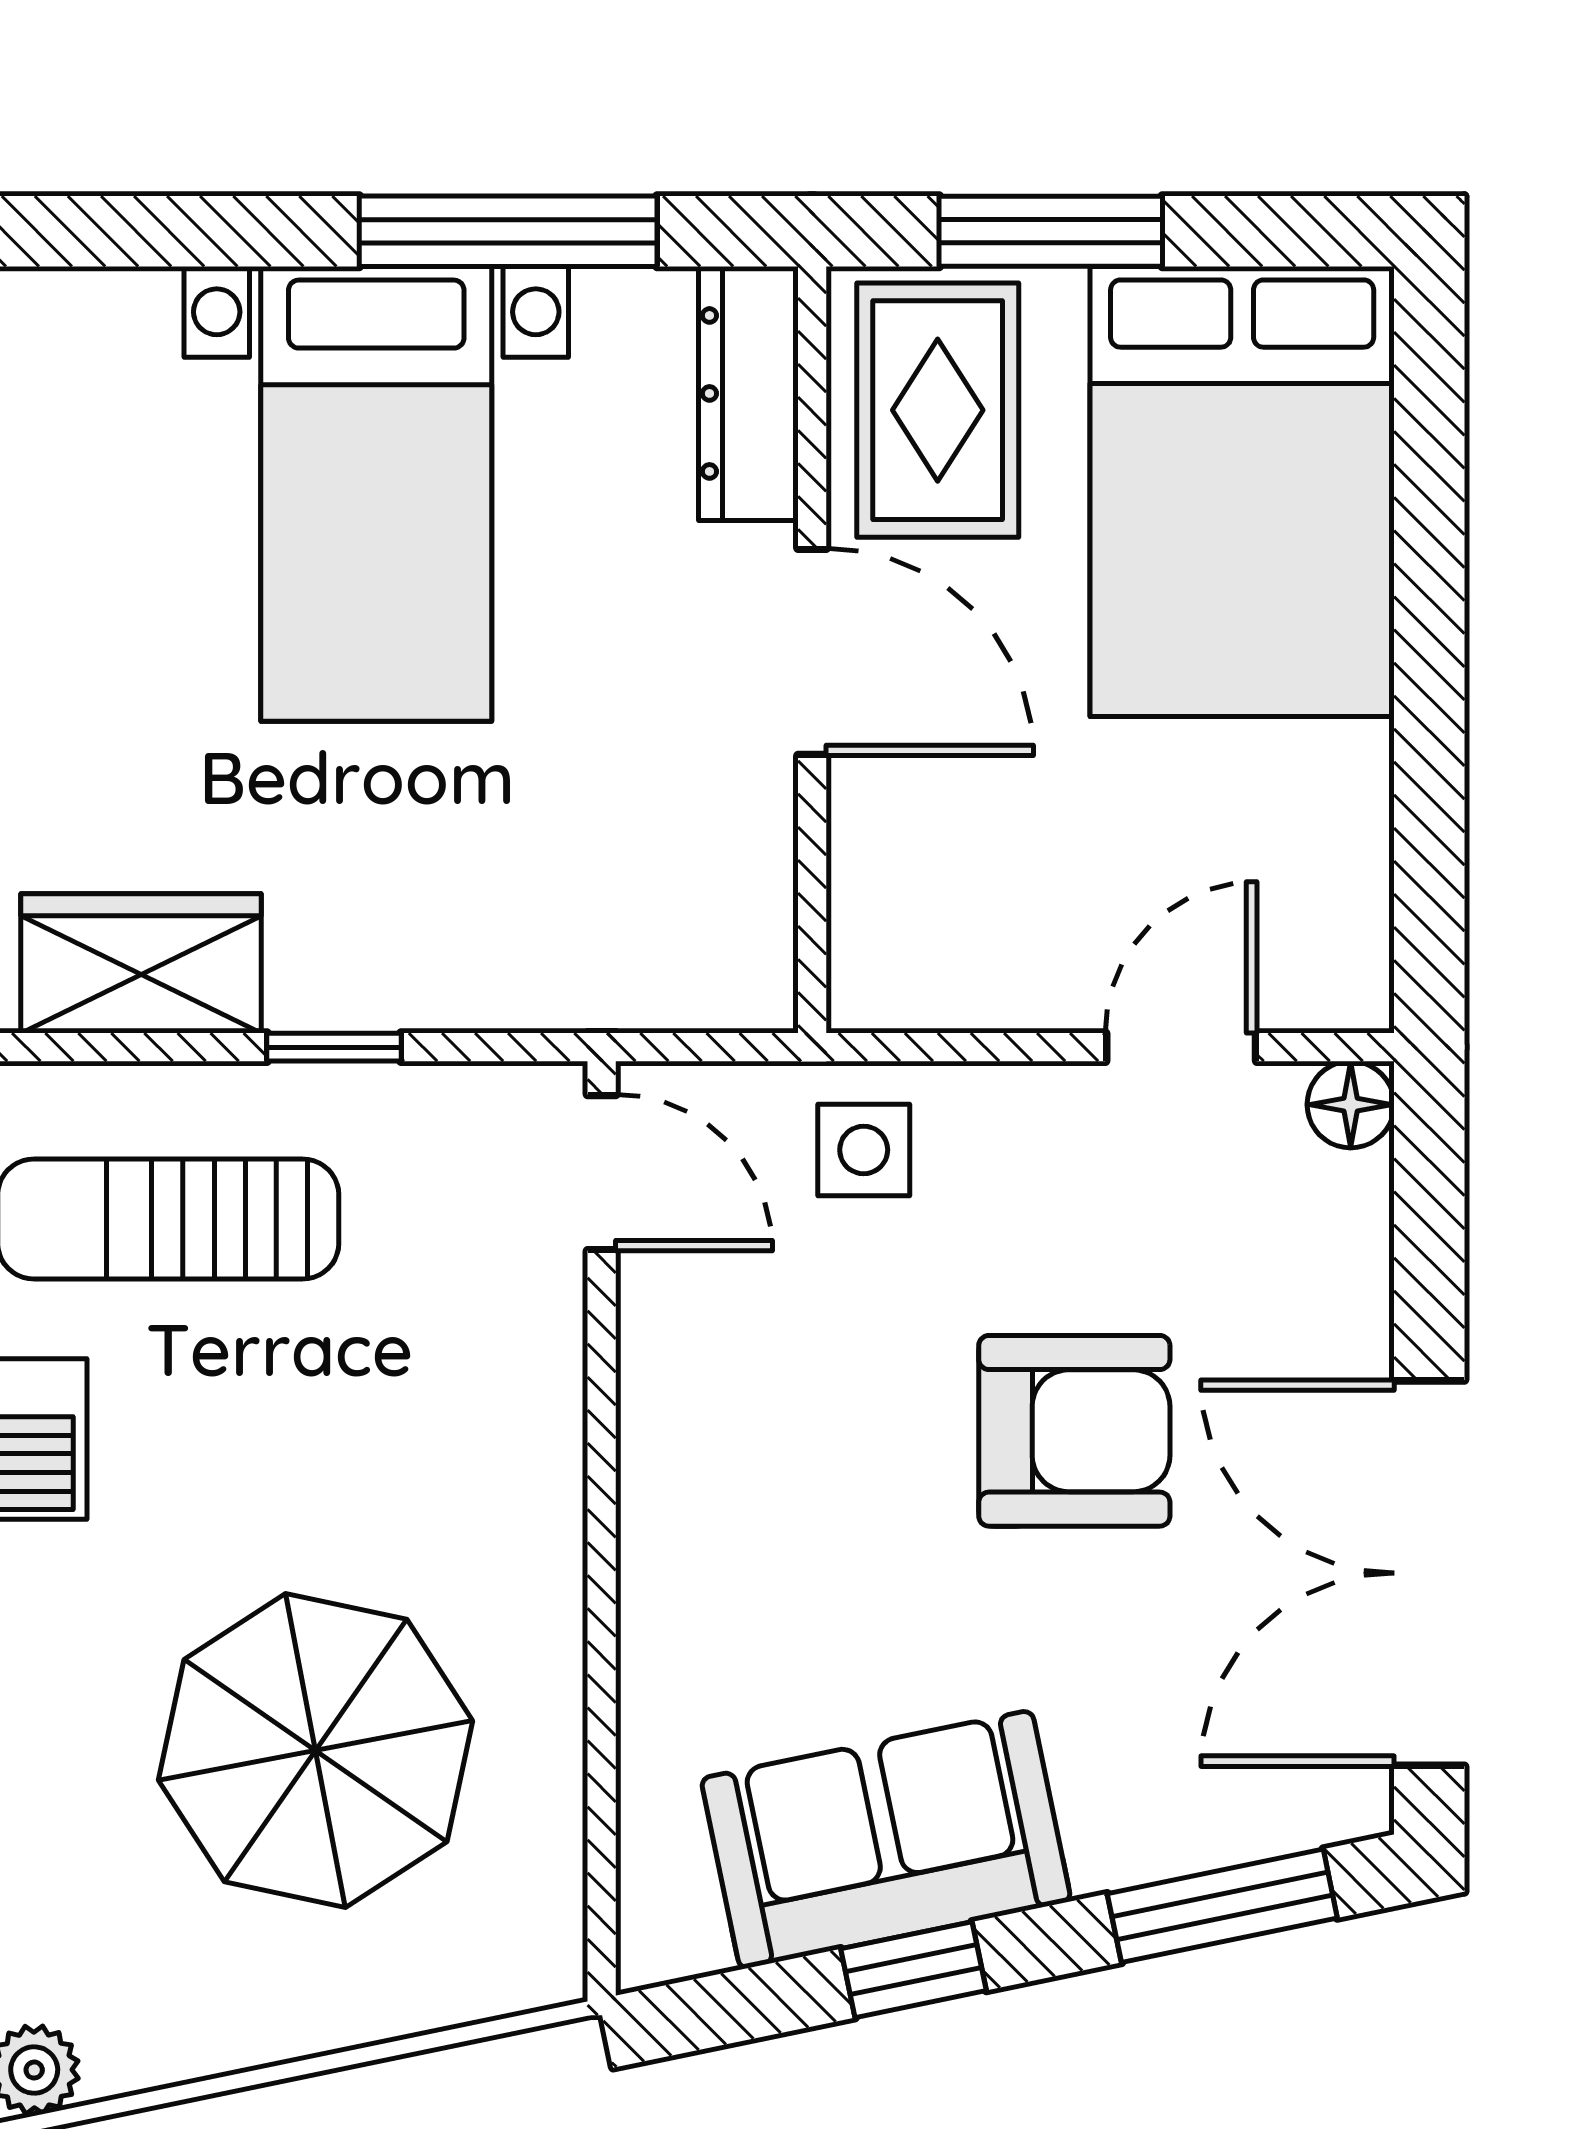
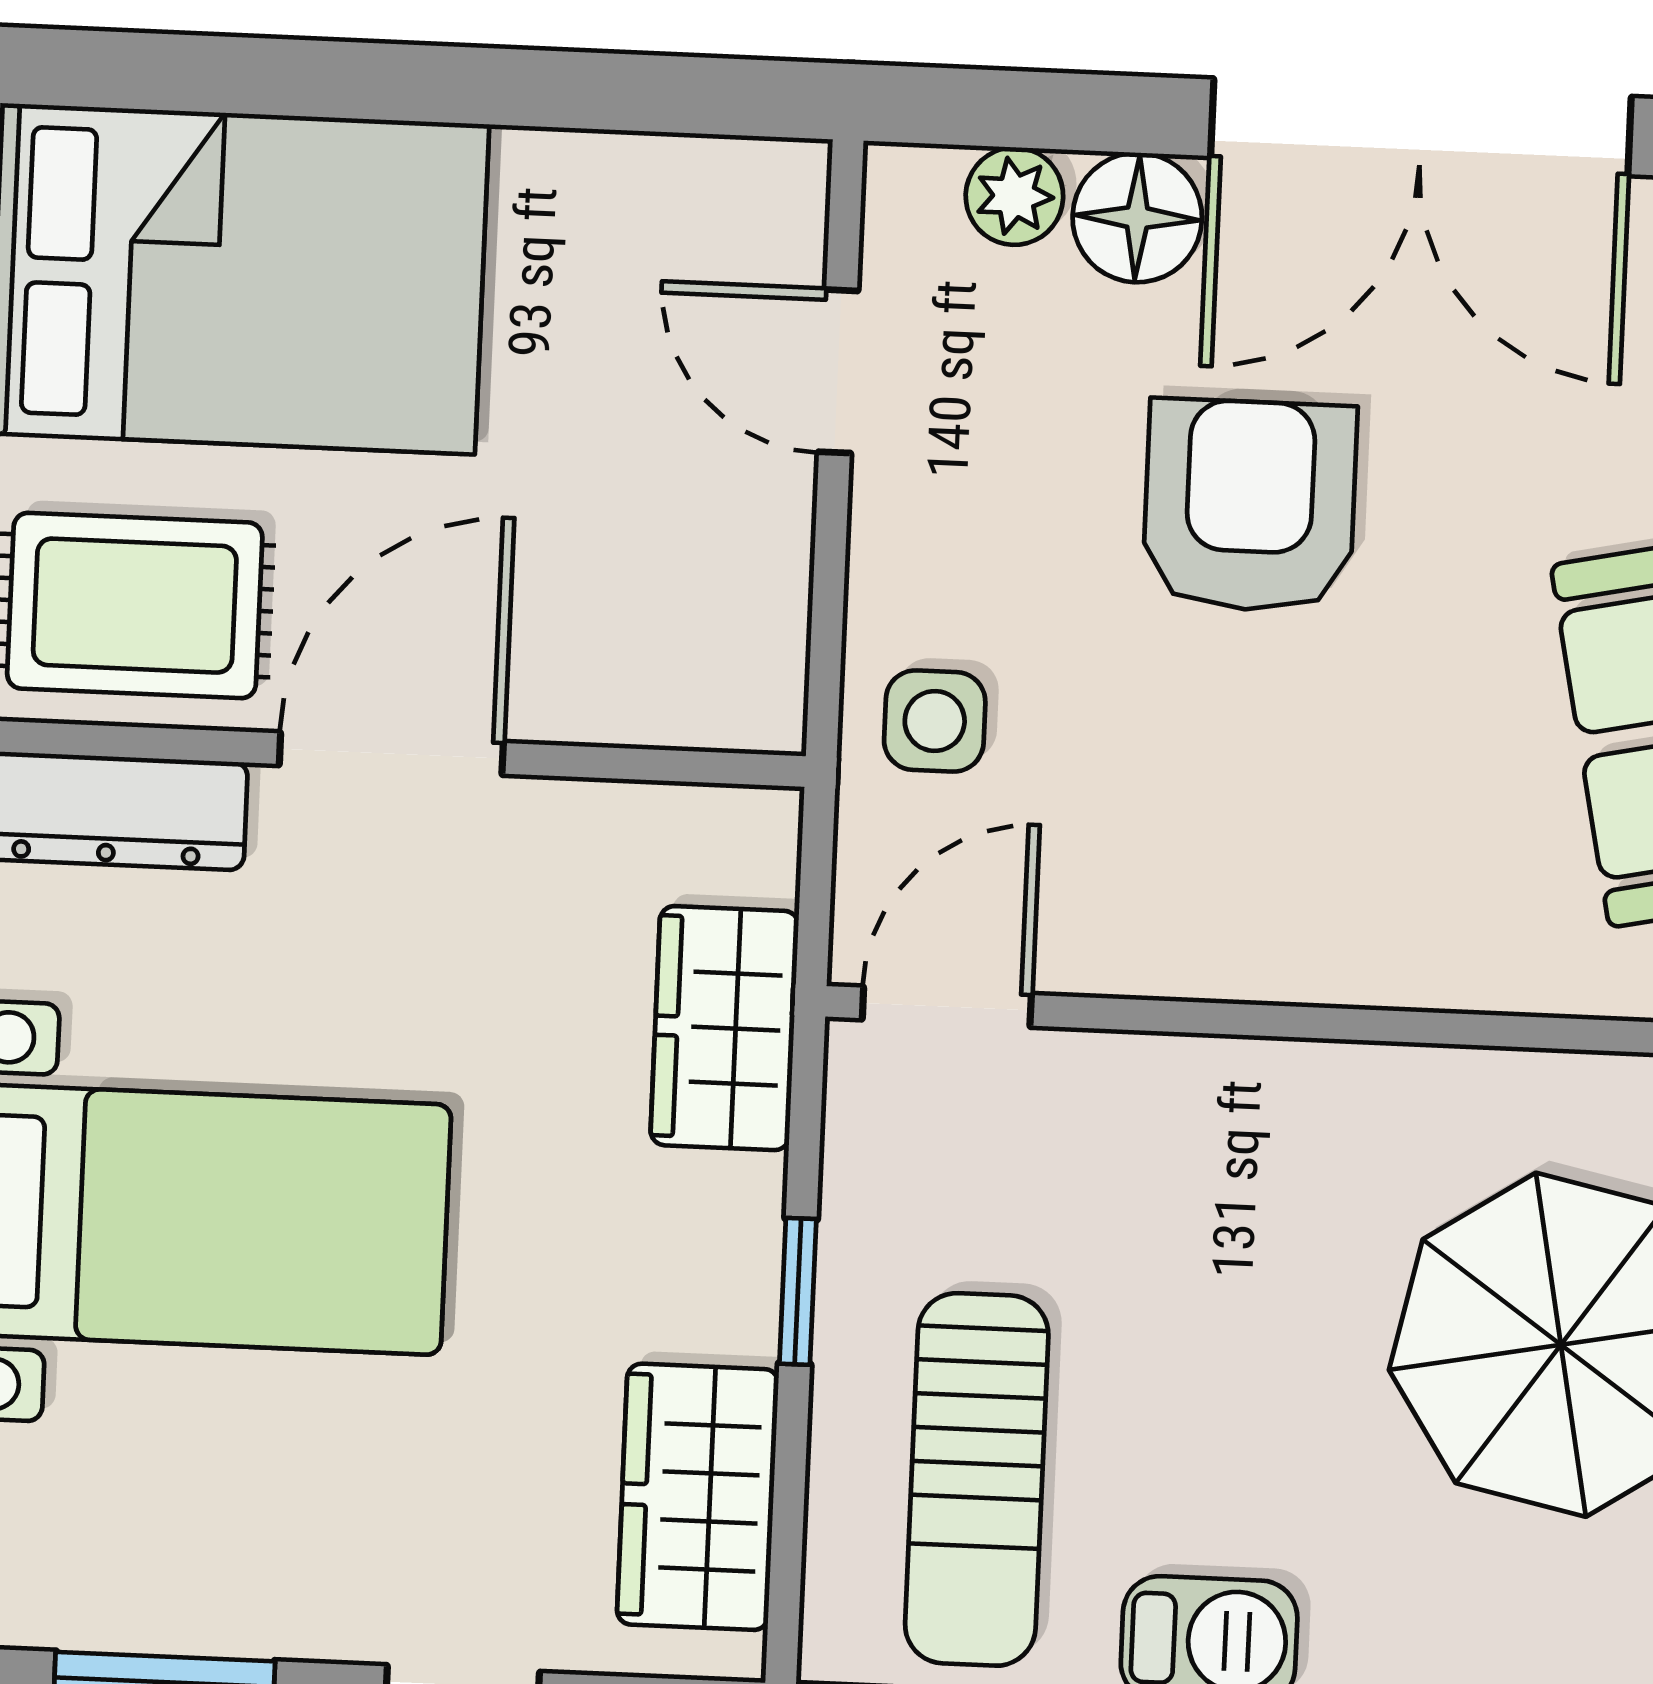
wardrobe: (573, 969) -> (725, 1028), added
floor lamp: (1351, 1105) -> (1137, 218), moved, width x1.37, depth x1.37
plant: (1349, 1202) -> (1014, 196), added

